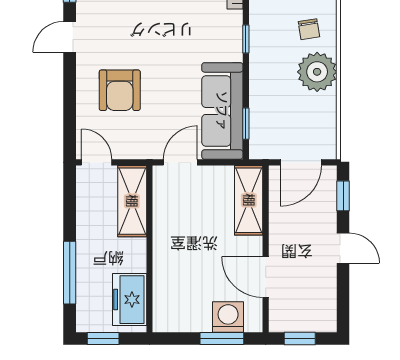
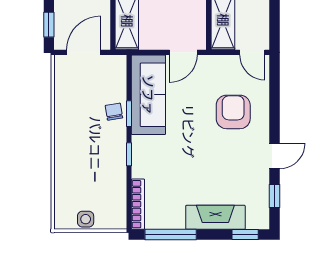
chair: (309, 29) -> (114, 112), moved
plant: (317, 72) -> (70, 127), removed
window: (246, 124) -> (129, 114), moved

